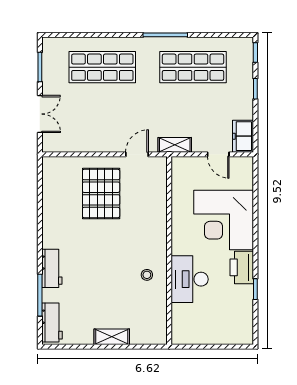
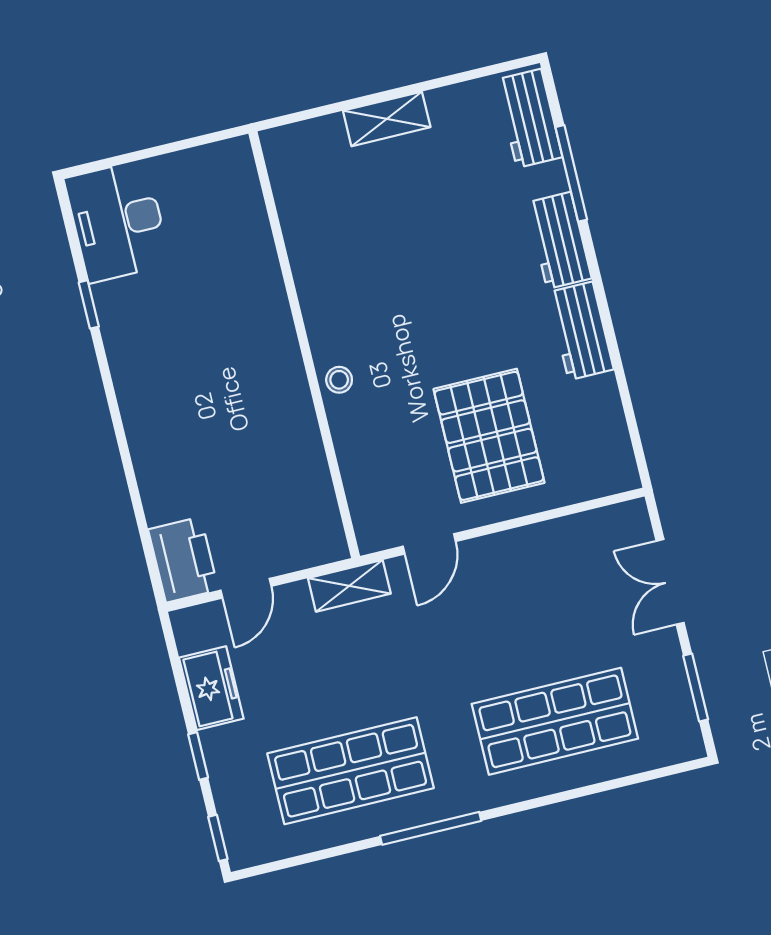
freezer: (243, 136) -> (211, 688), moved
door: (218, 154) -> (246, 588), swing flipped
corner desk: (224, 220) -> (198, 443), removed
workbench: (52, 228) -> (581, 331), added
printer: (242, 267) -> (183, 560), moved
stool: (147, 275) -> (339, 380), moved
desk: (190, 279) -> (117, 221), moved, turned 180

